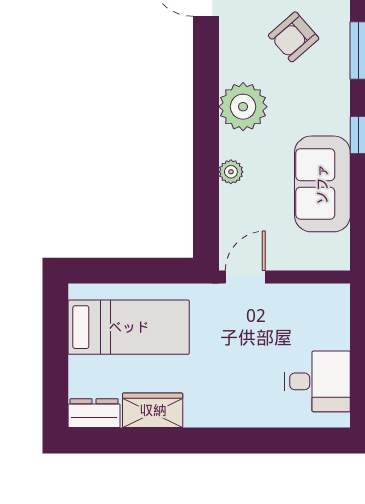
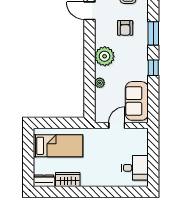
armchair: (294, 37) -> (125, 28), turned -49
sofa: (322, 184) -> (137, 101), moved
door: (245, 277) -> (117, 125), moved

